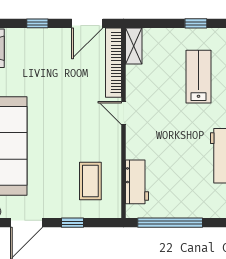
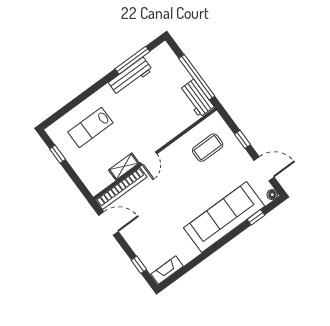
window: (37, 23) -> (139, 265), moved
shelving: (134, 46) -> (124, 166), moved
workbench: (137, 182) -> (197, 98), moved, turned -90

